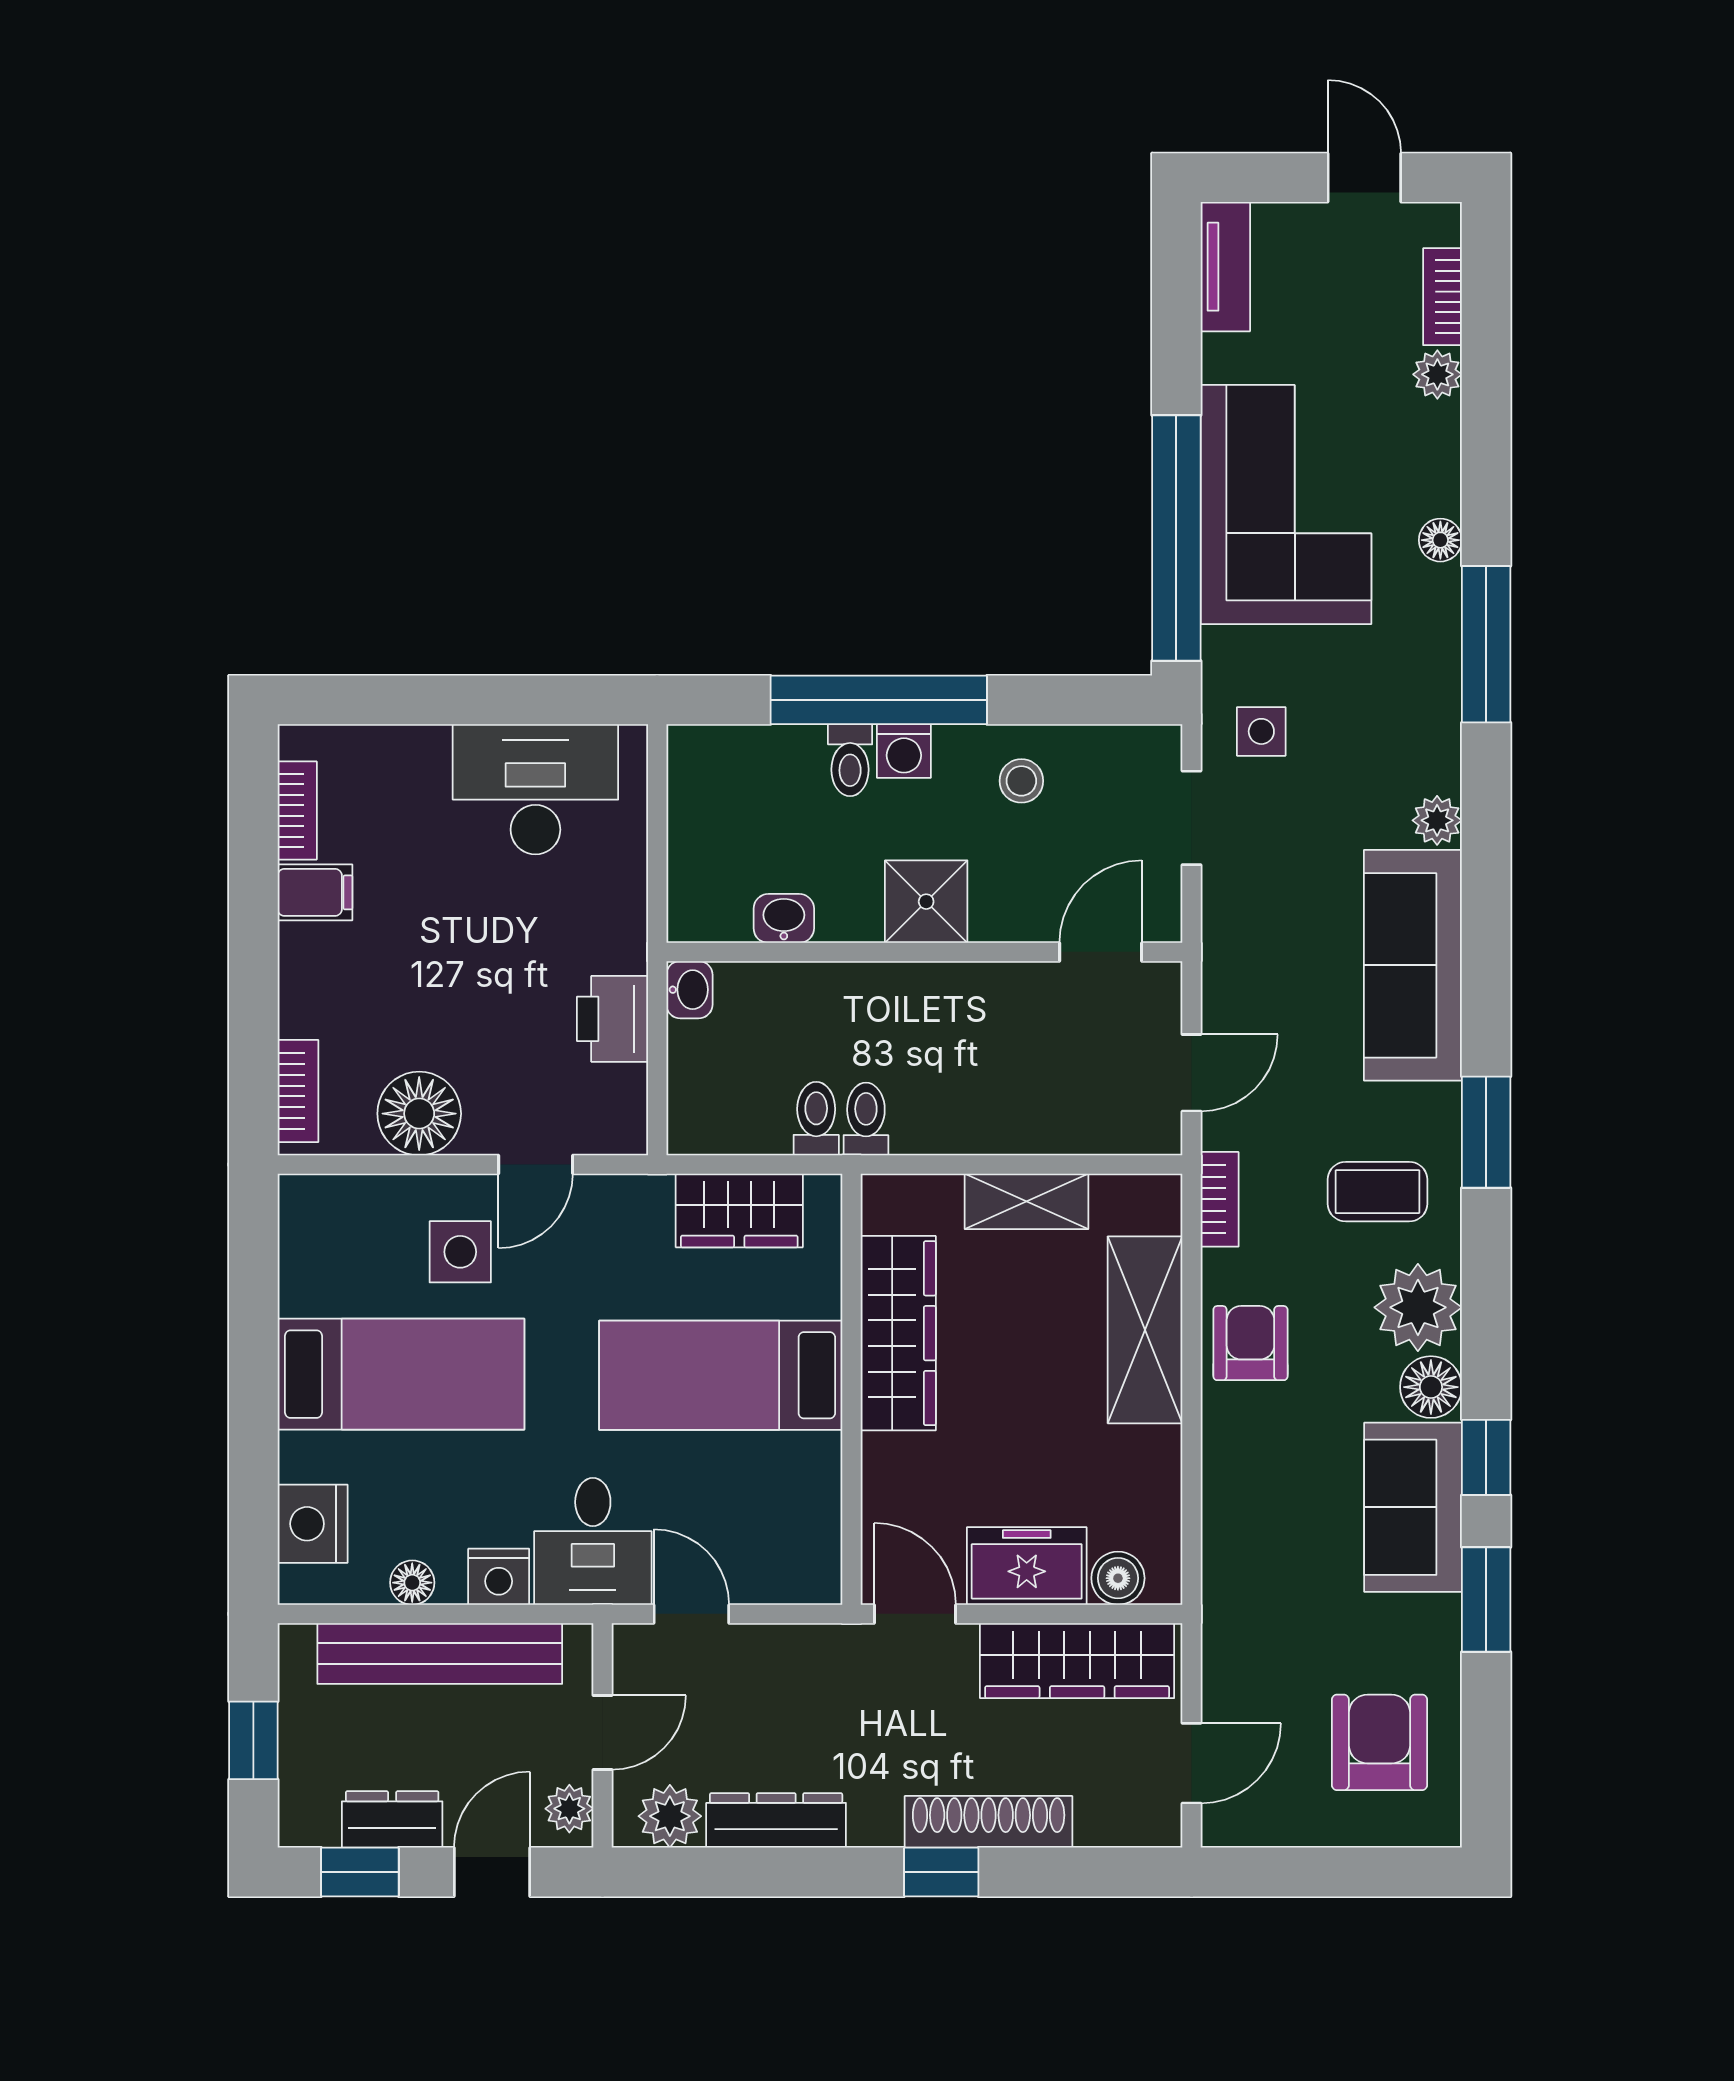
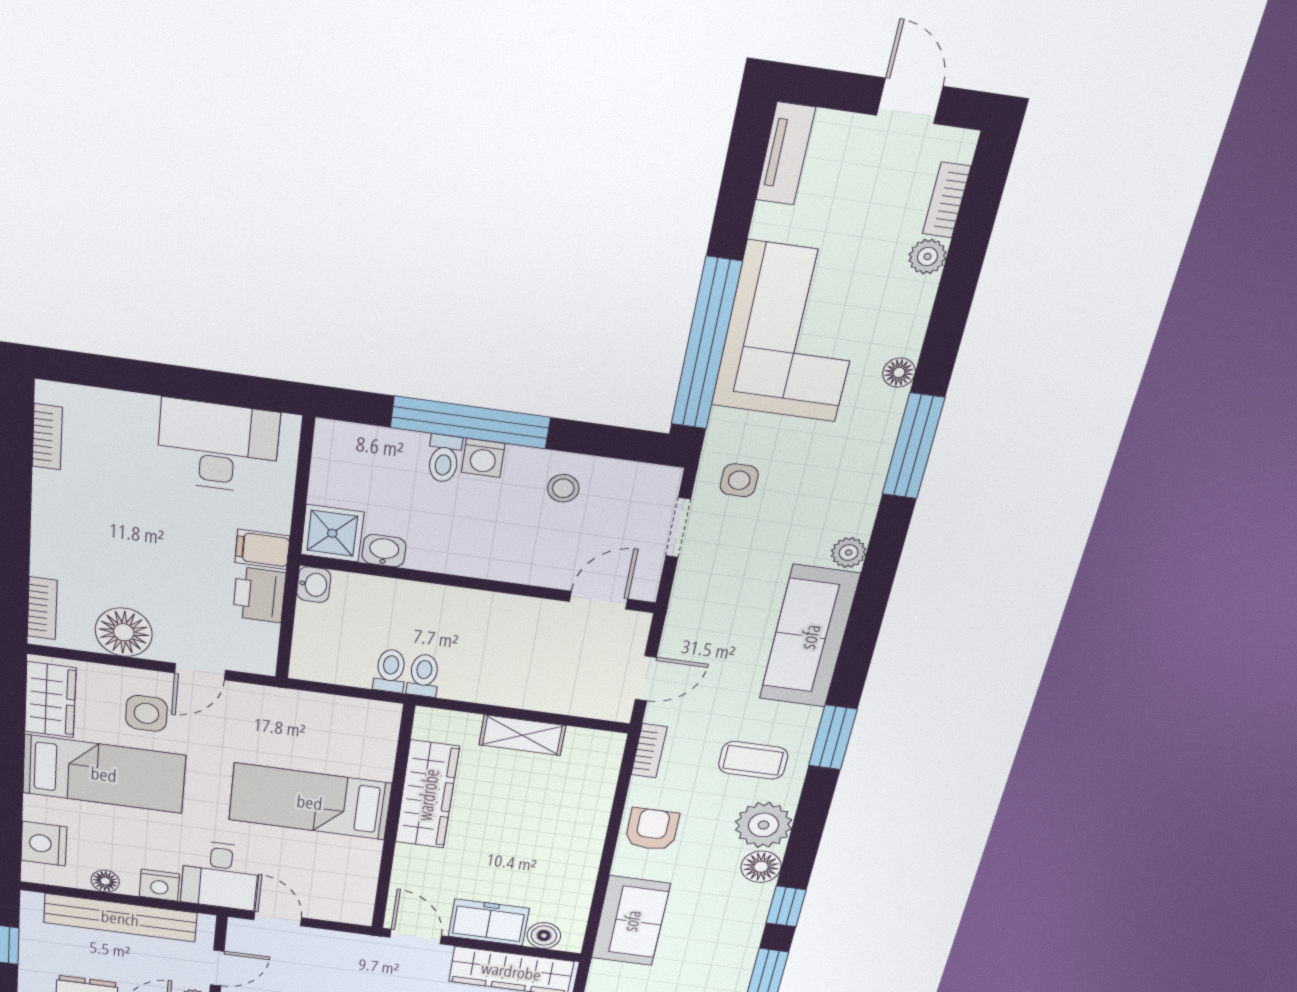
filing cabinet: (315, 892) -> (262, 549), moved, turned 180
shower: (926, 902) -> (332, 533), moved
wardrobe: (739, 1210) -> (50, 700), moved, turned -90
shelving: (1145, 1330) -> (586, 814), removed
sofa: (1413, 1507) -> (631, 921), moved, turned 180

